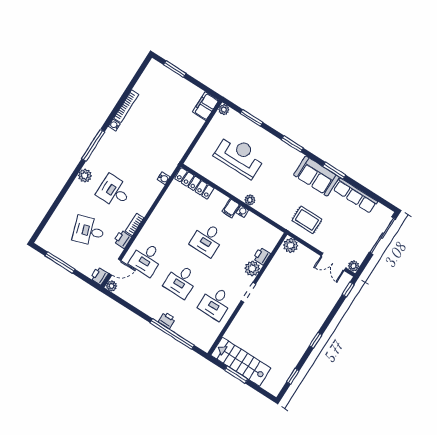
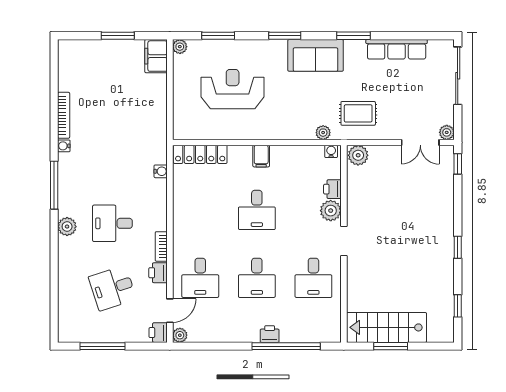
window: (175, 69) -> (118, 36), moved
sofa: (316, 176) -> (316, 55), moved
plant: (250, 200) -> (323, 133), moved
water cooler: (242, 211) -> (331, 151), moved

